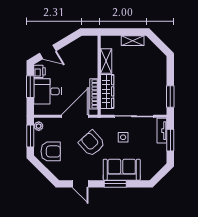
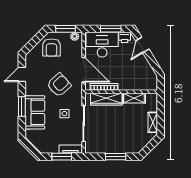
desk: (48, 91) -> (102, 45), width x1.37
window: (170, 97) -> (116, 157), moved

